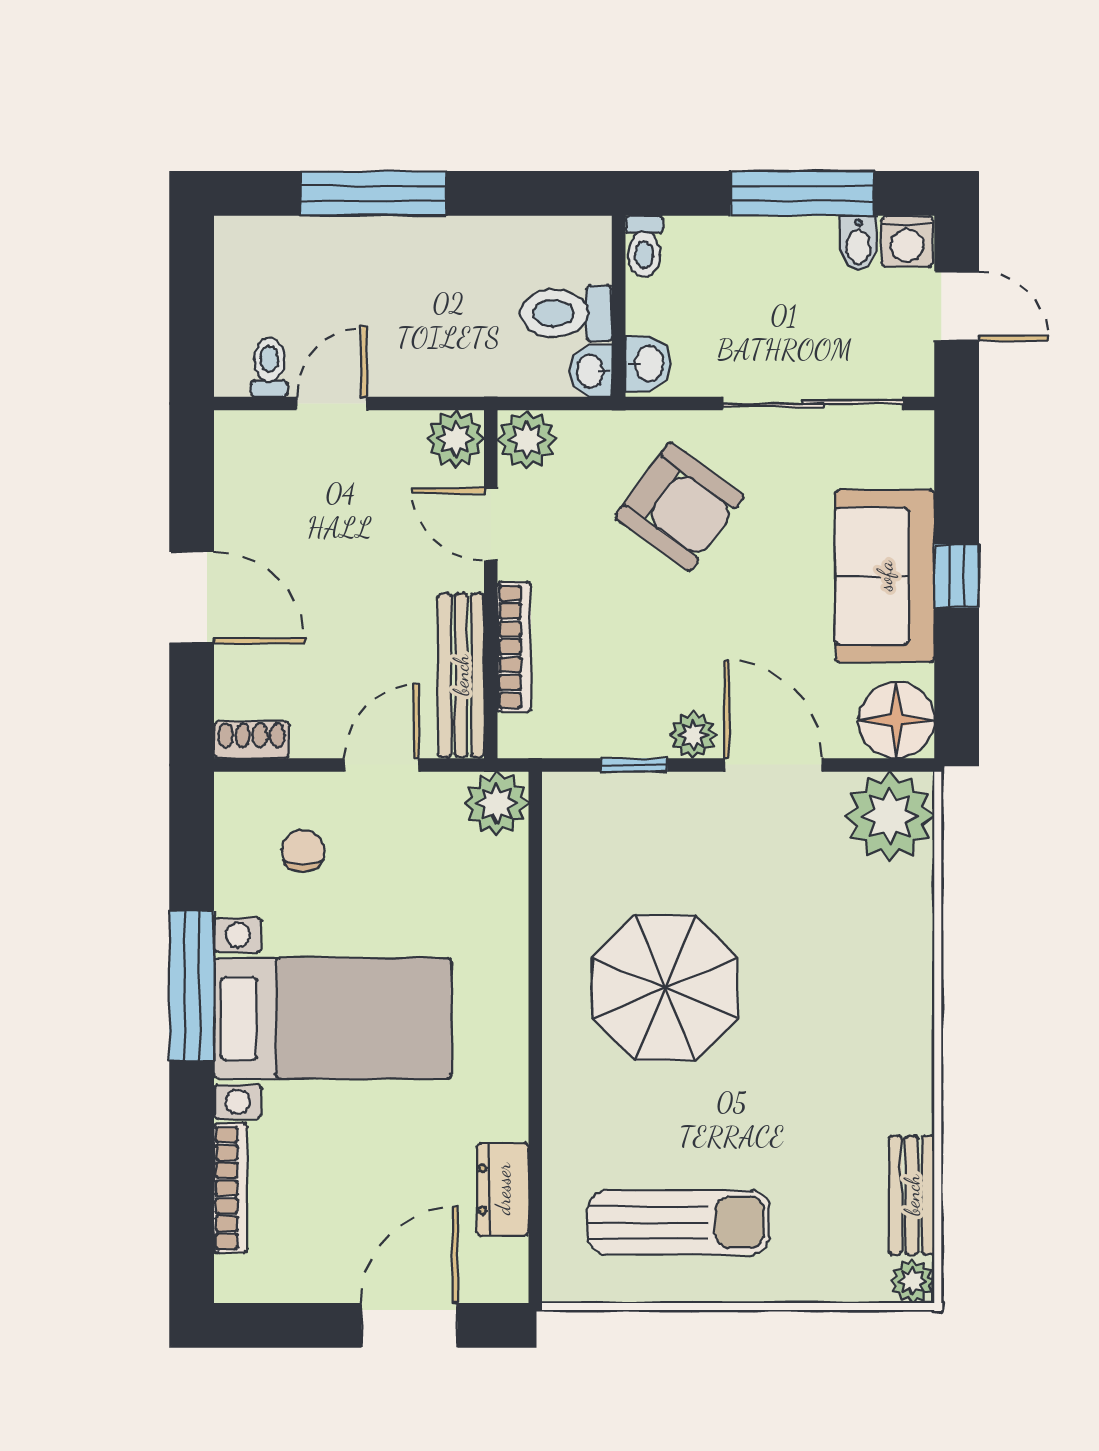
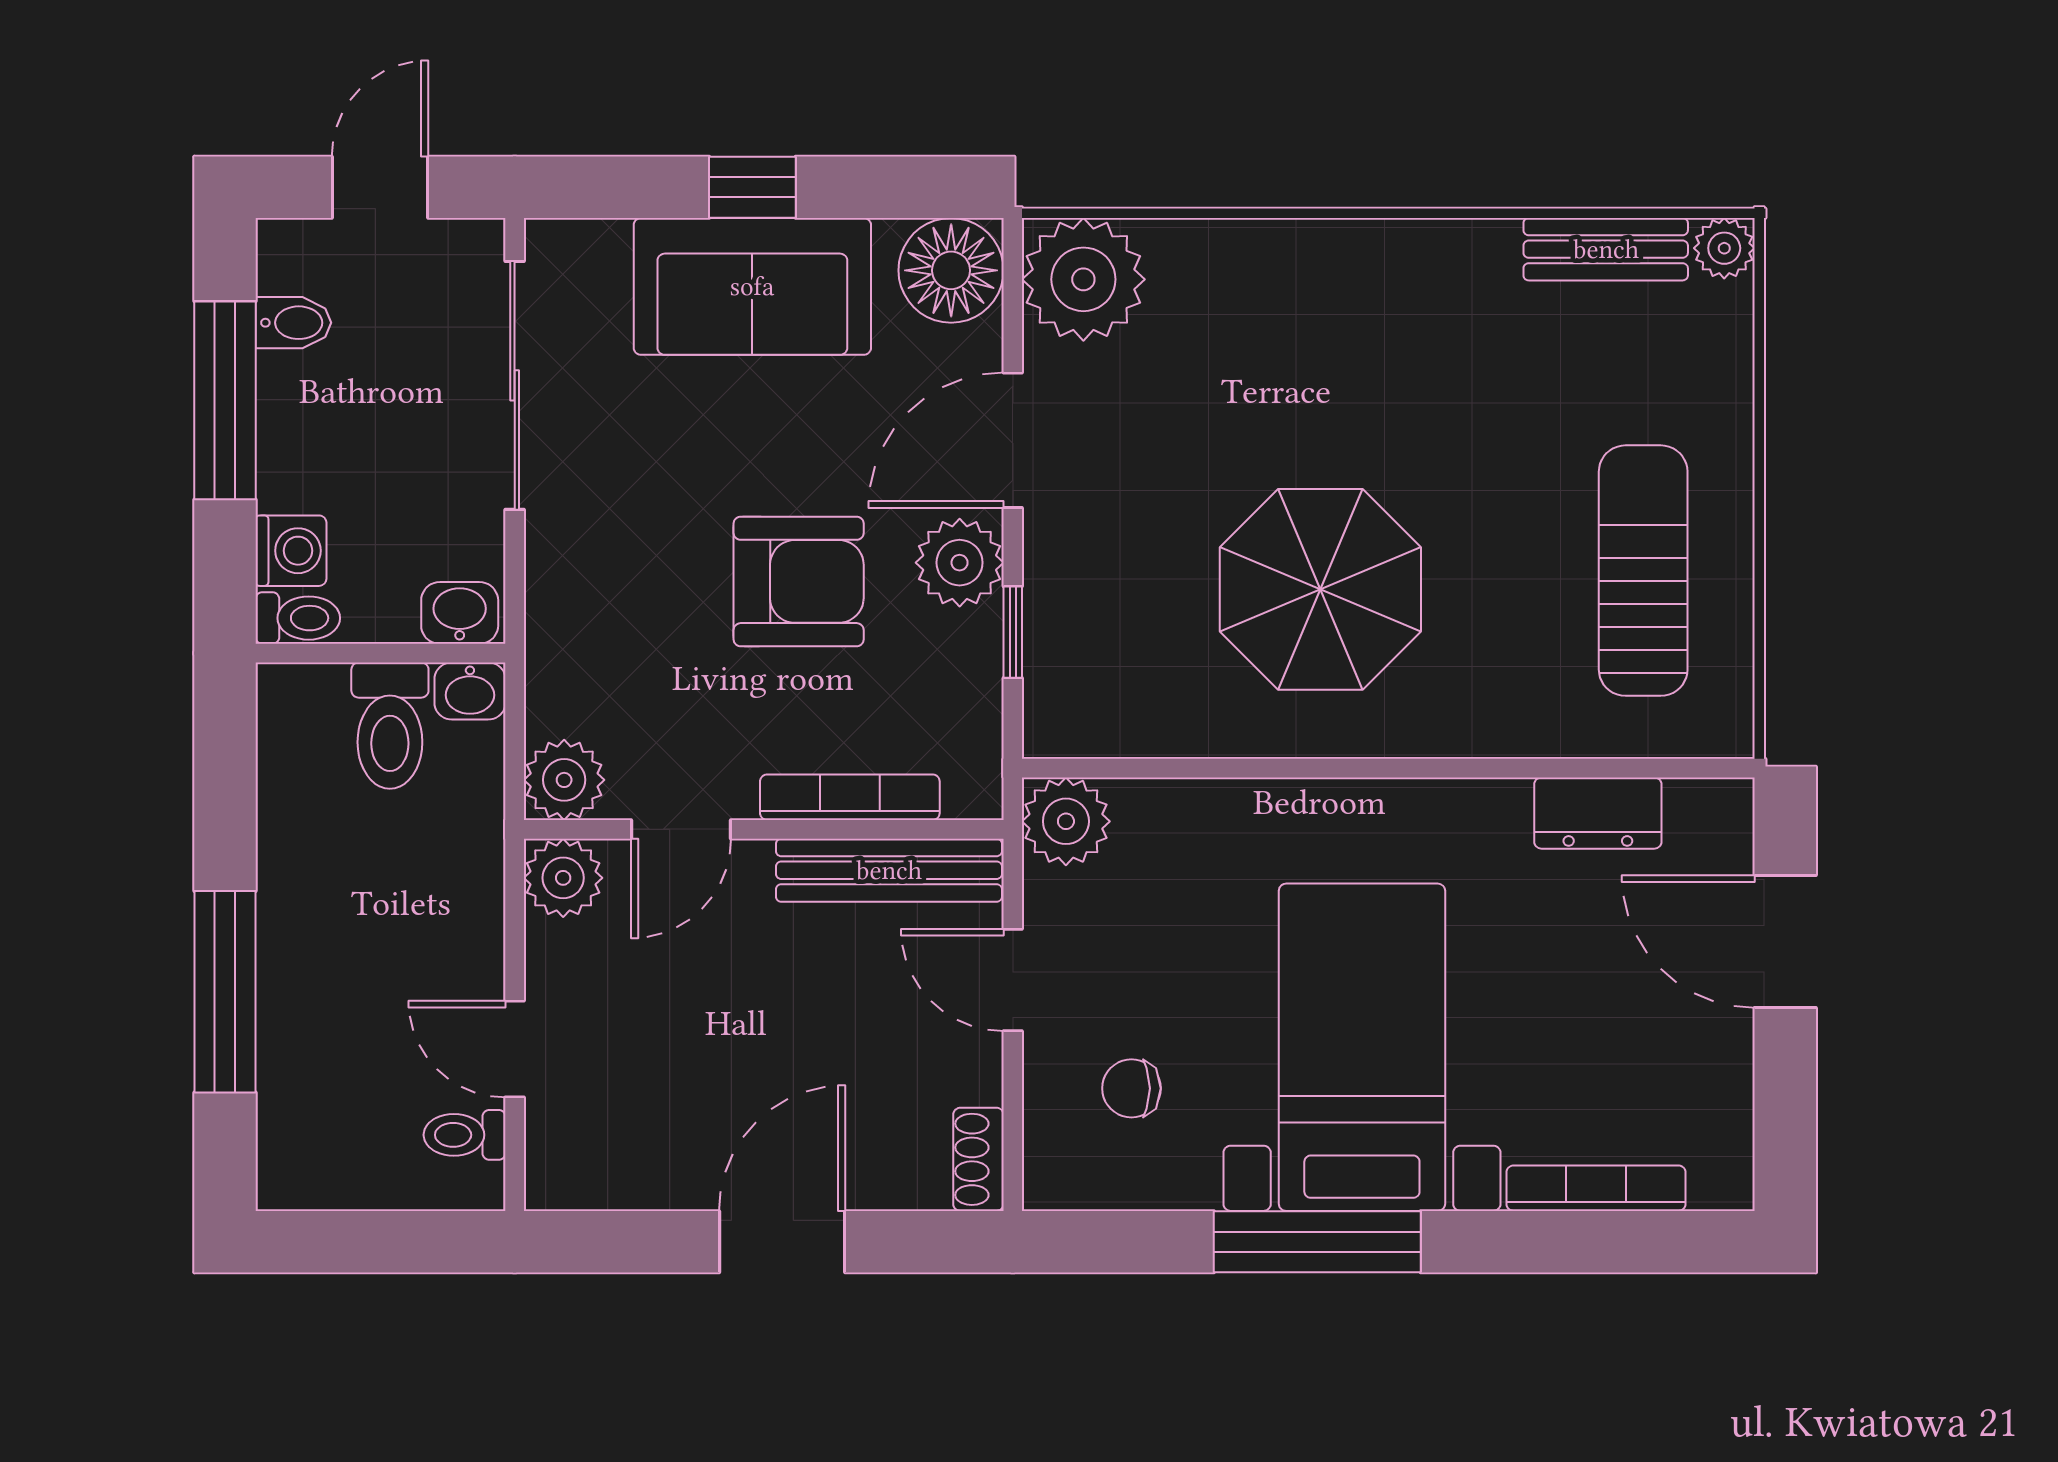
washing machine: (907, 241) -> (291, 551), moved
armchair: (680, 507) -> (799, 581), moved, turned 54
plant: (693, 735) -> (960, 563), width x1.38, depth x1.38

